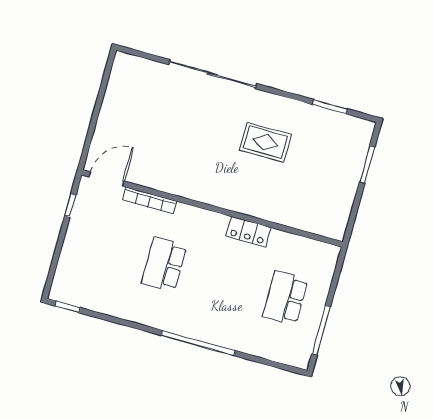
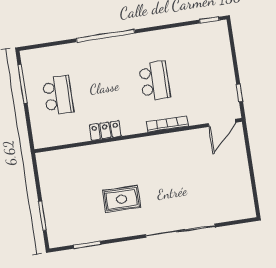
bookcase: (149, 200) -> (167, 124), moved

